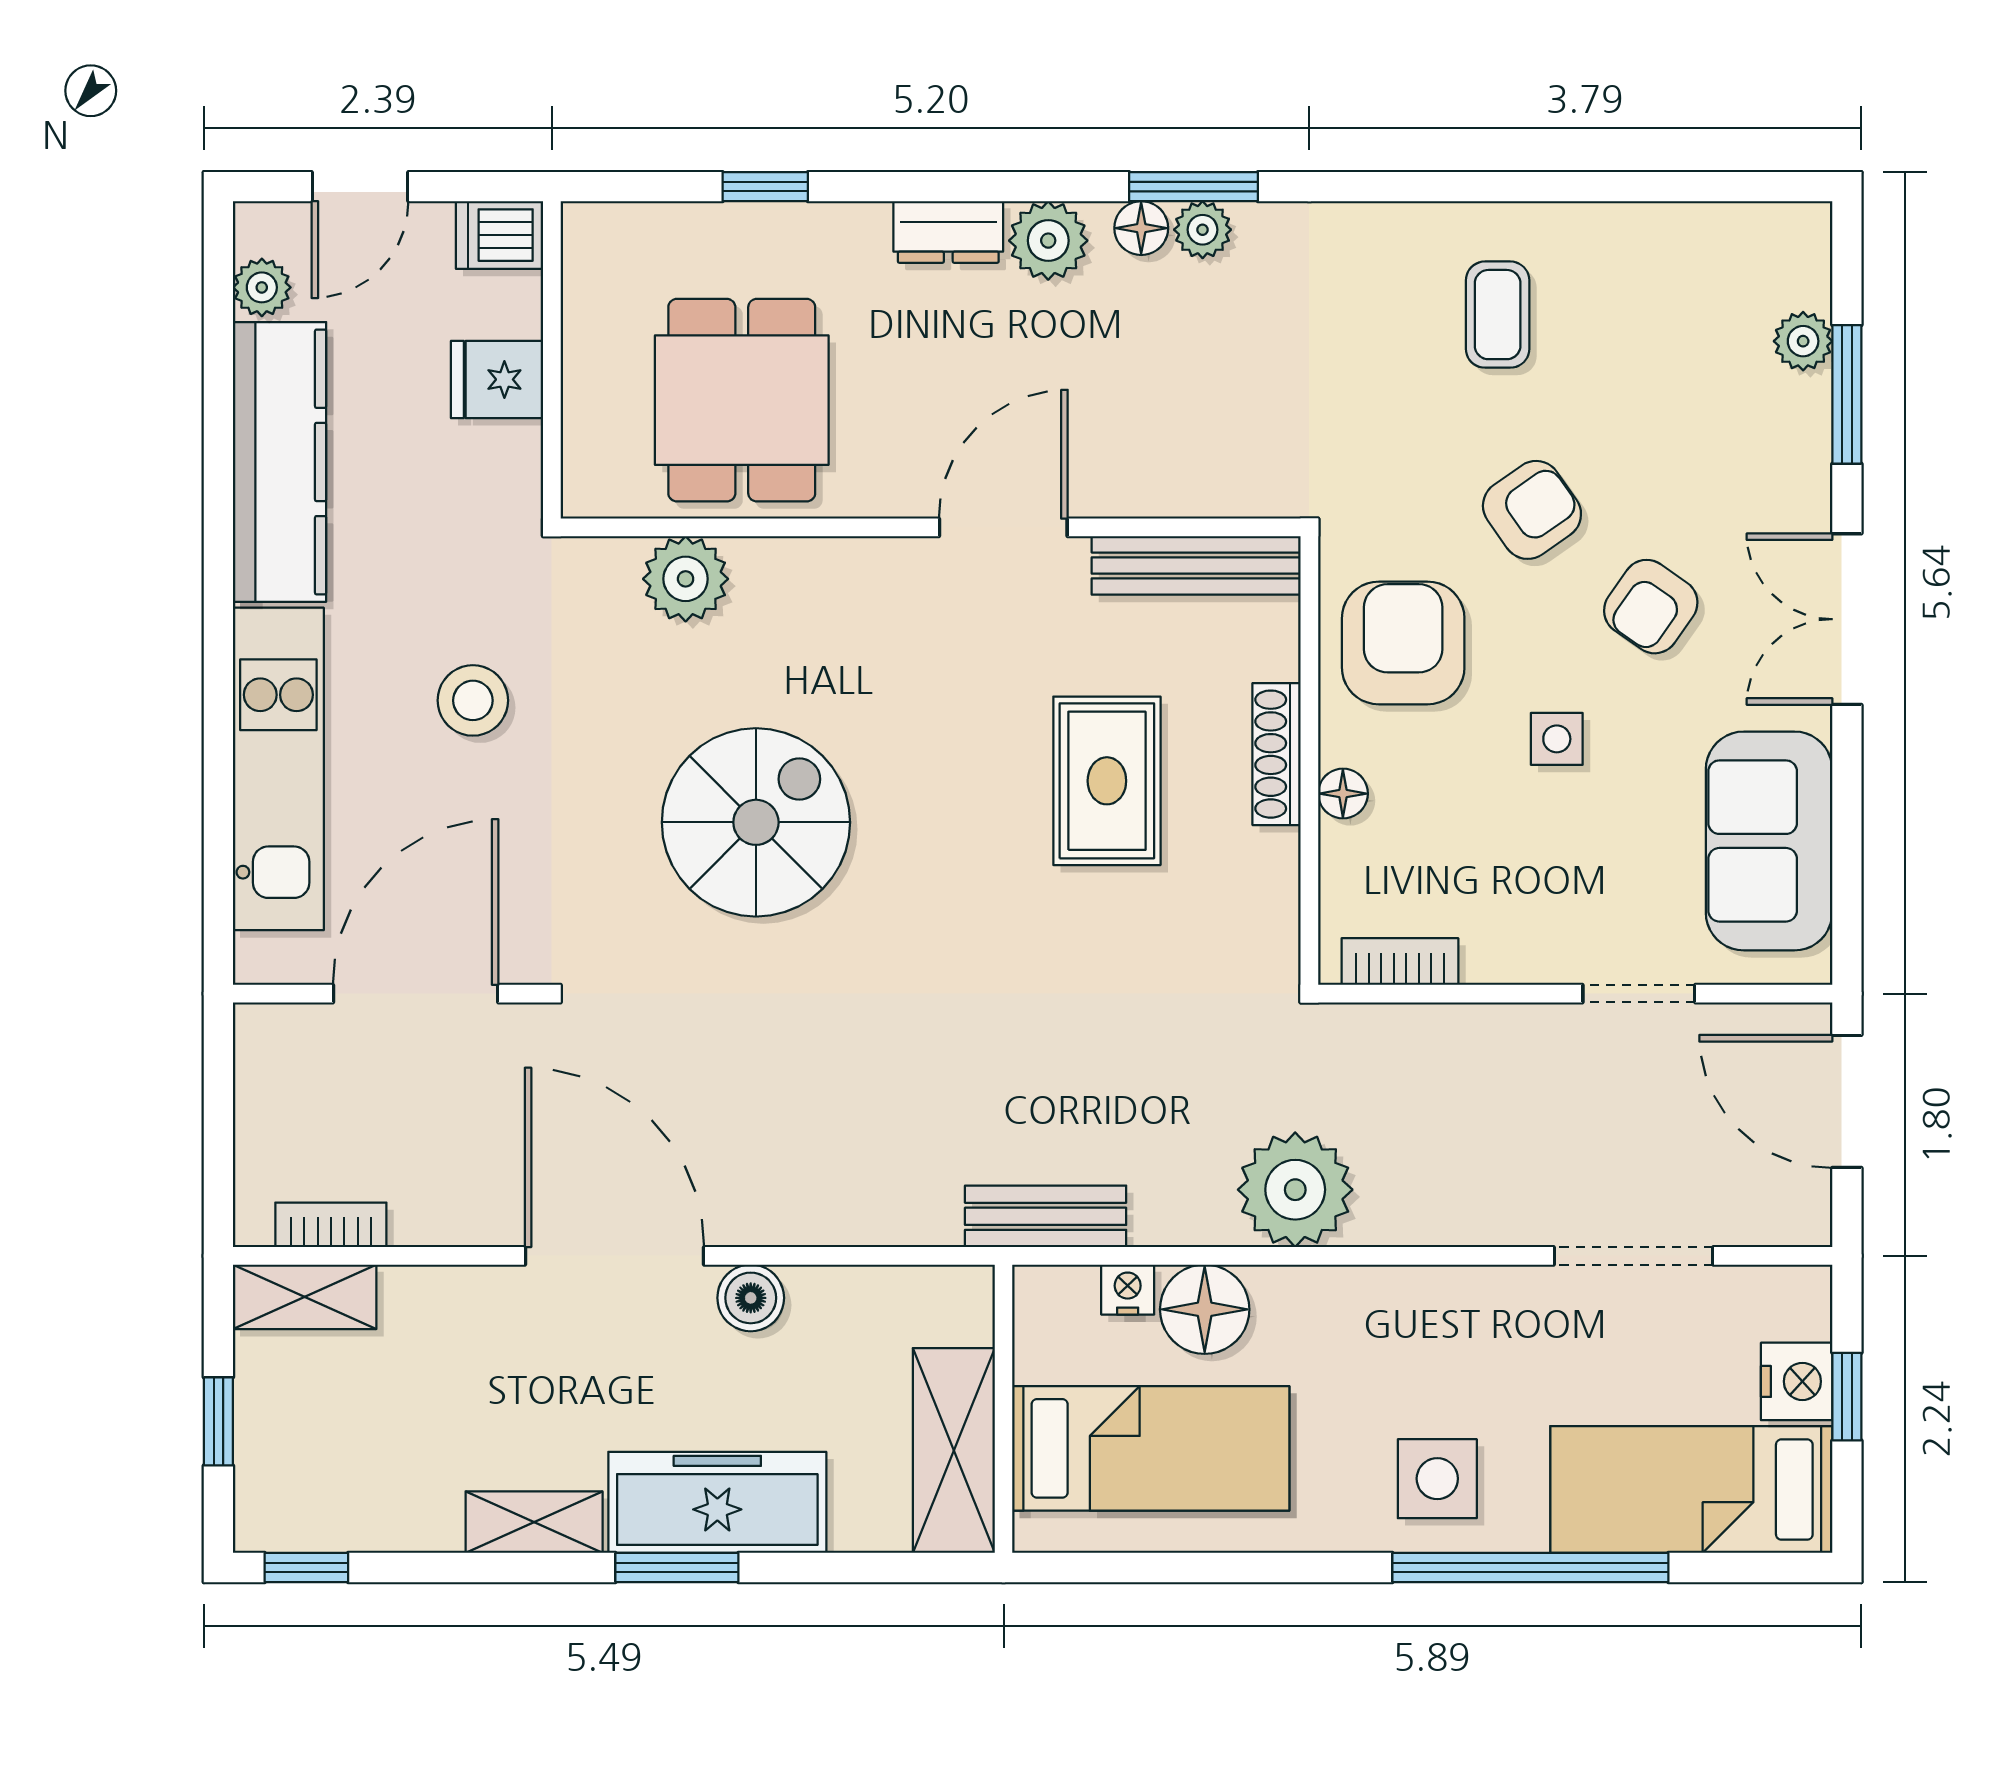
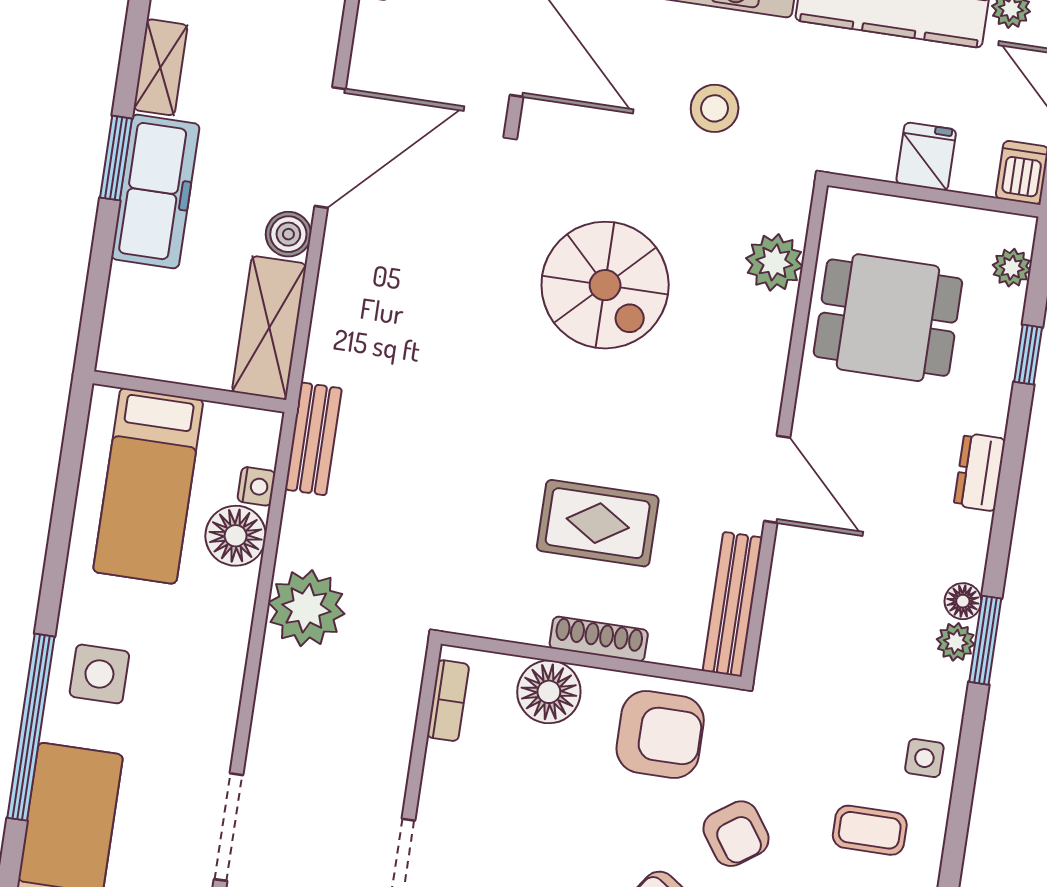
plant: (1048, 241) -> (1012, 268), moved, width x0.73, depth x0.73
side table: (1557, 739) -> (924, 758), moved
floor lamp: (1343, 794) -> (549, 692), width x1.89, depth x1.89
shelving: (954, 1451) -> (269, 328), moved, turned 90

